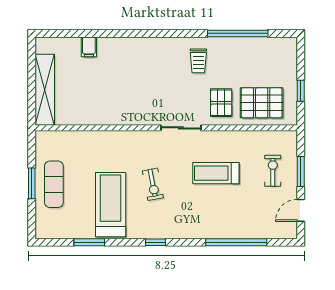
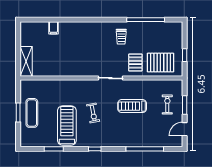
shelving: (45, 90) -> (26, 61), width x0.68

